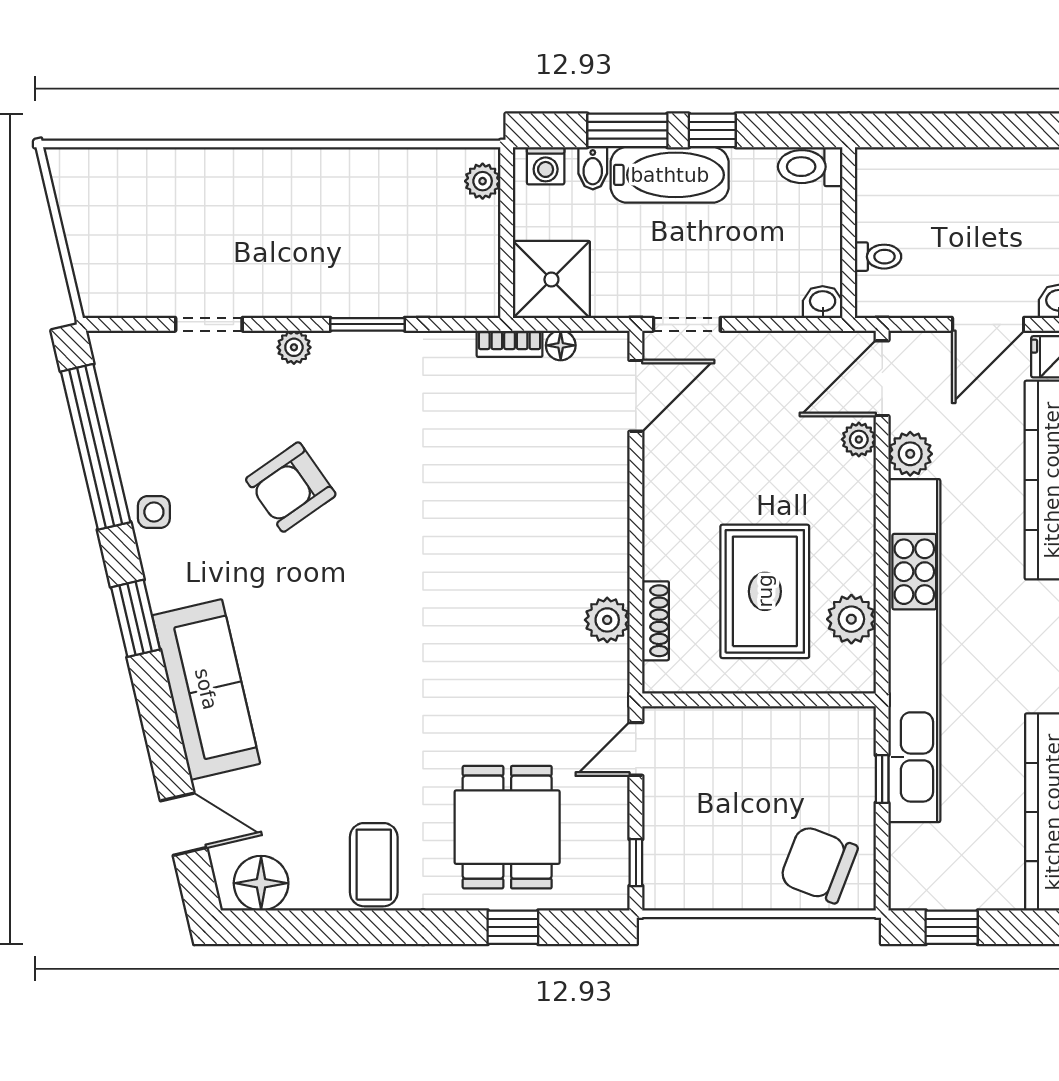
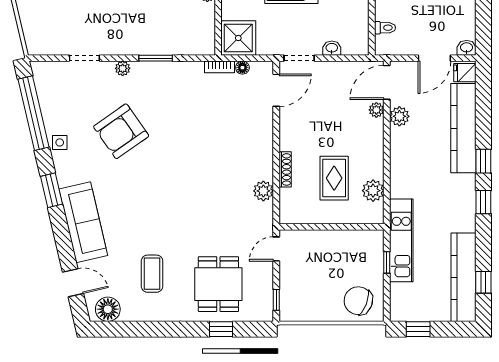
washbasin: (823, 302) -> (332, 48), moved
armchair: (291, 487) -> (121, 131), width x1.36, depth x1.36
rug: (765, 591) -> (334, 178), width x0.73, depth x0.70
shoe rack: (656, 621) -> (285, 169), moved
kitchen unit: (914, 651) -> (401, 240), width x0.54
coffee table: (374, 865) -> (152, 274), moved

